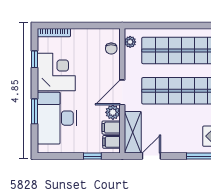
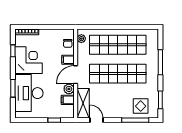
filing cabinet: (111, 142) -> (68, 60), moved
door: (151, 156) -> (96, 120), hinge flipped

